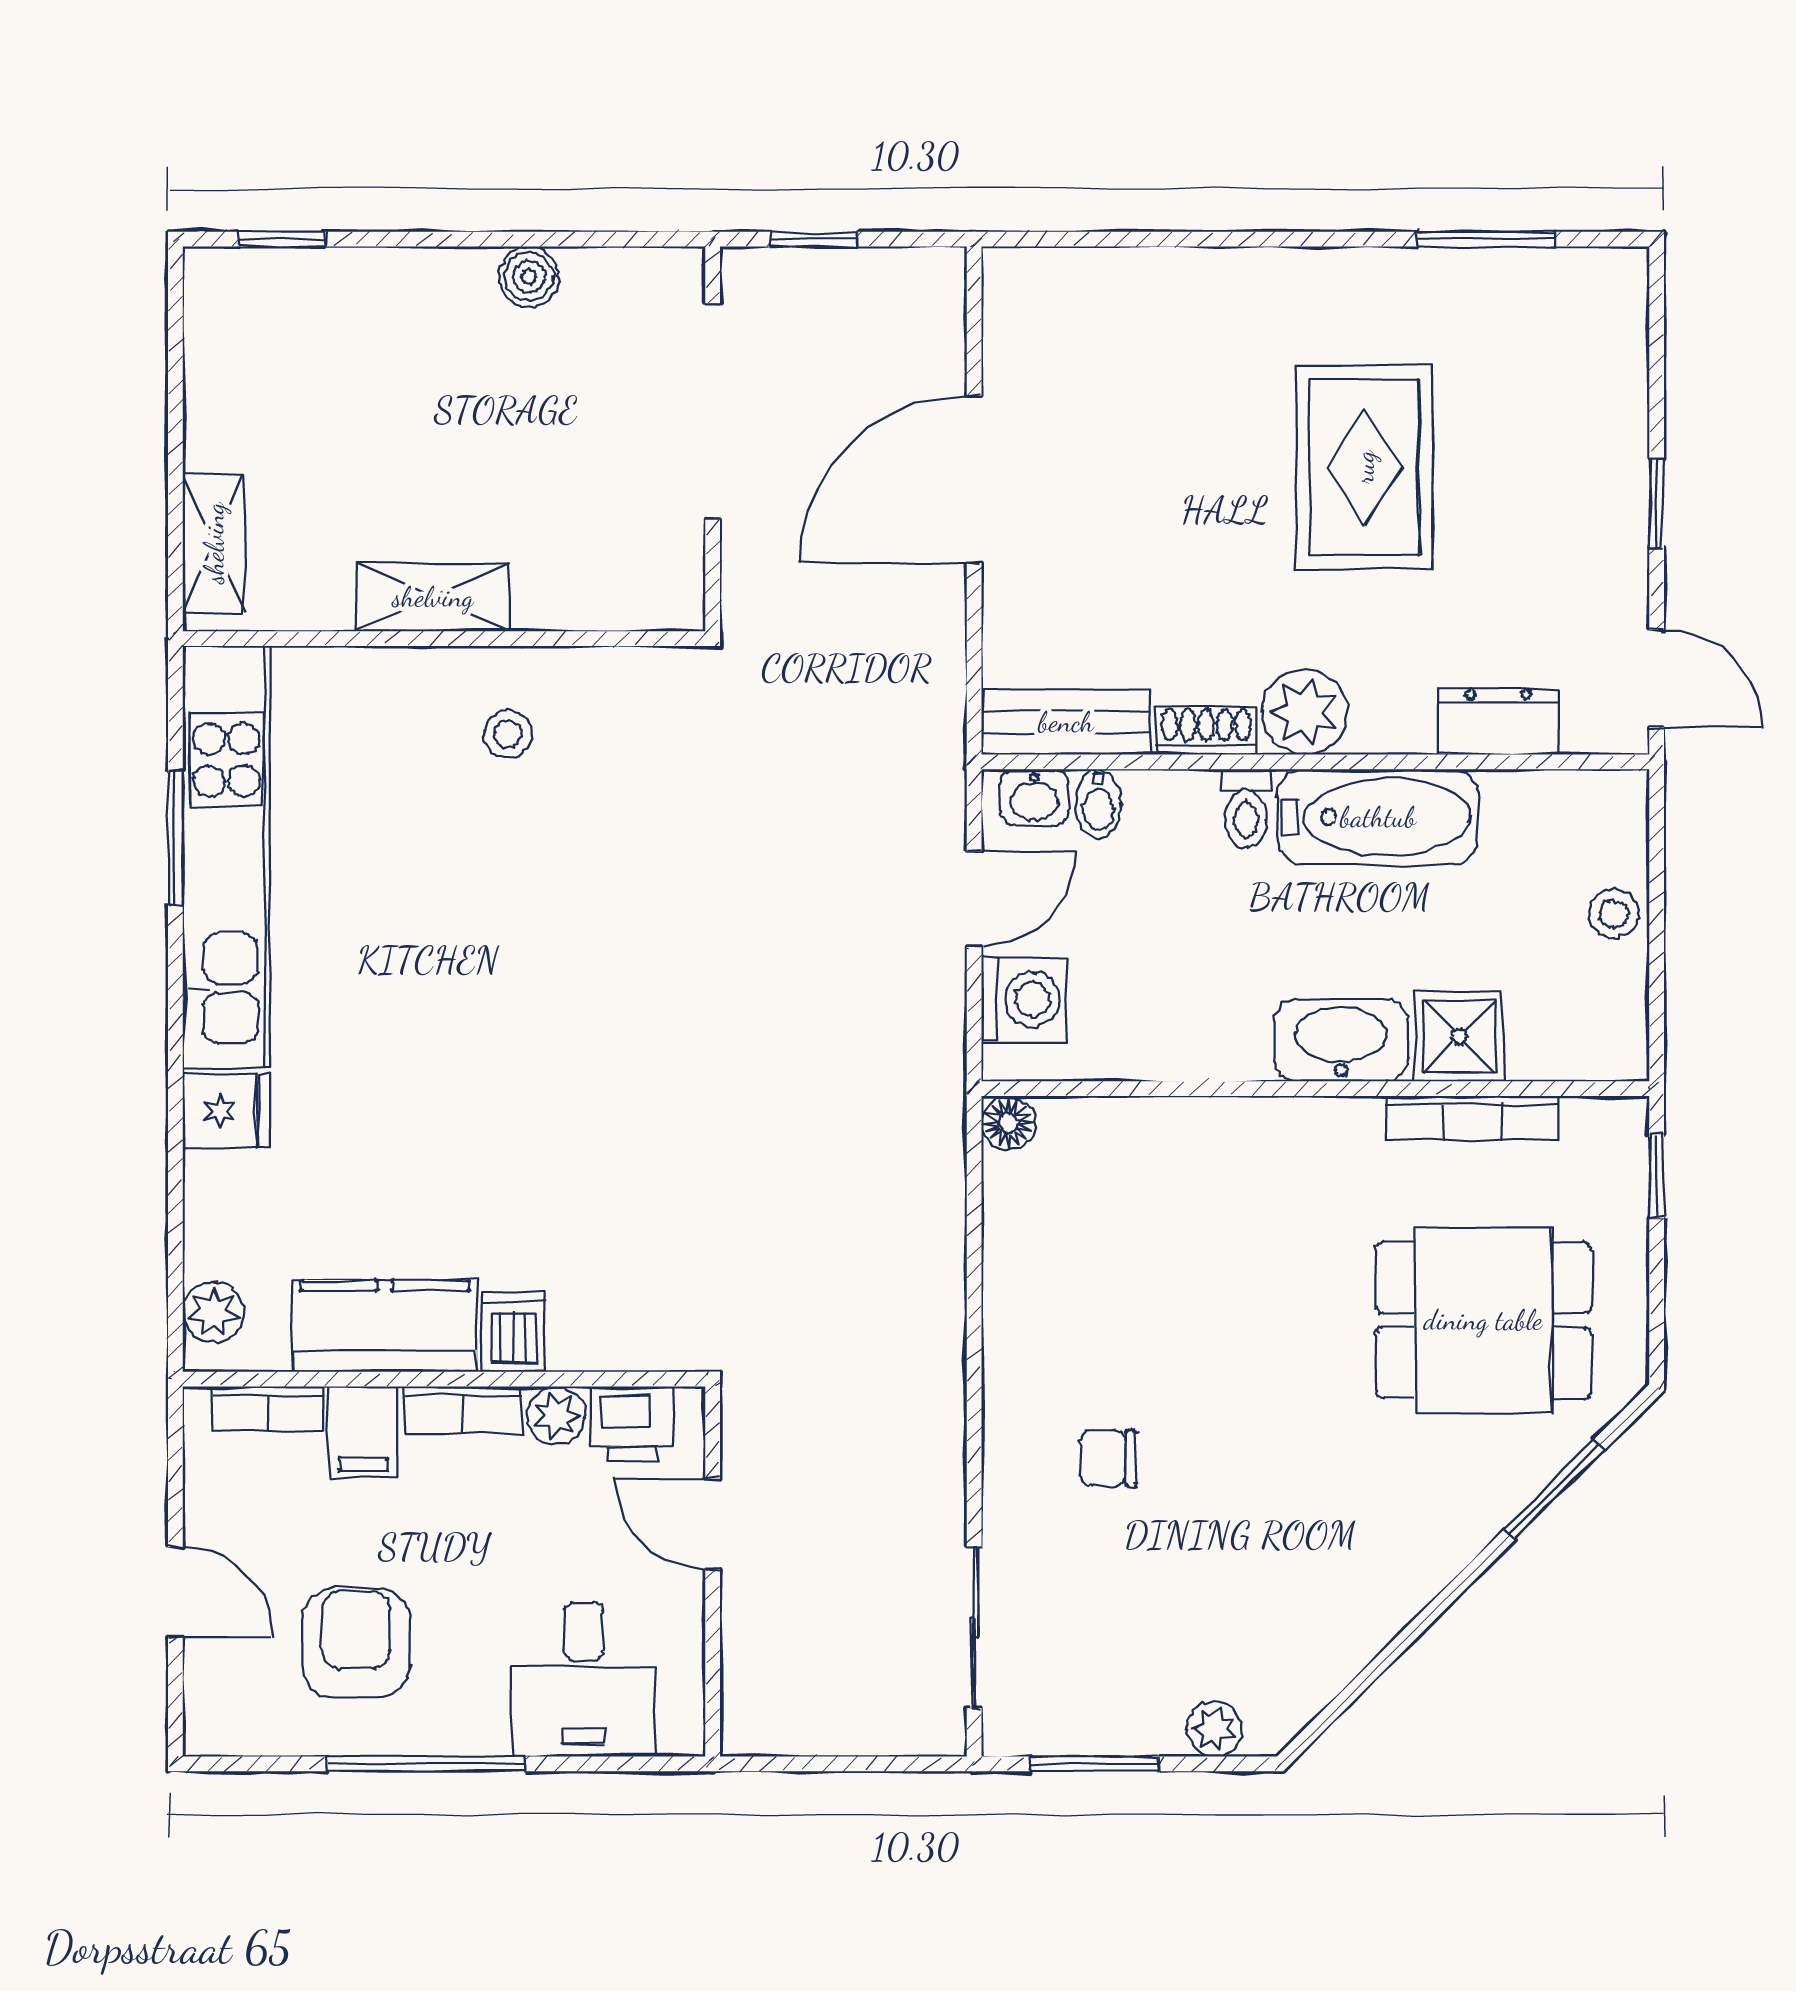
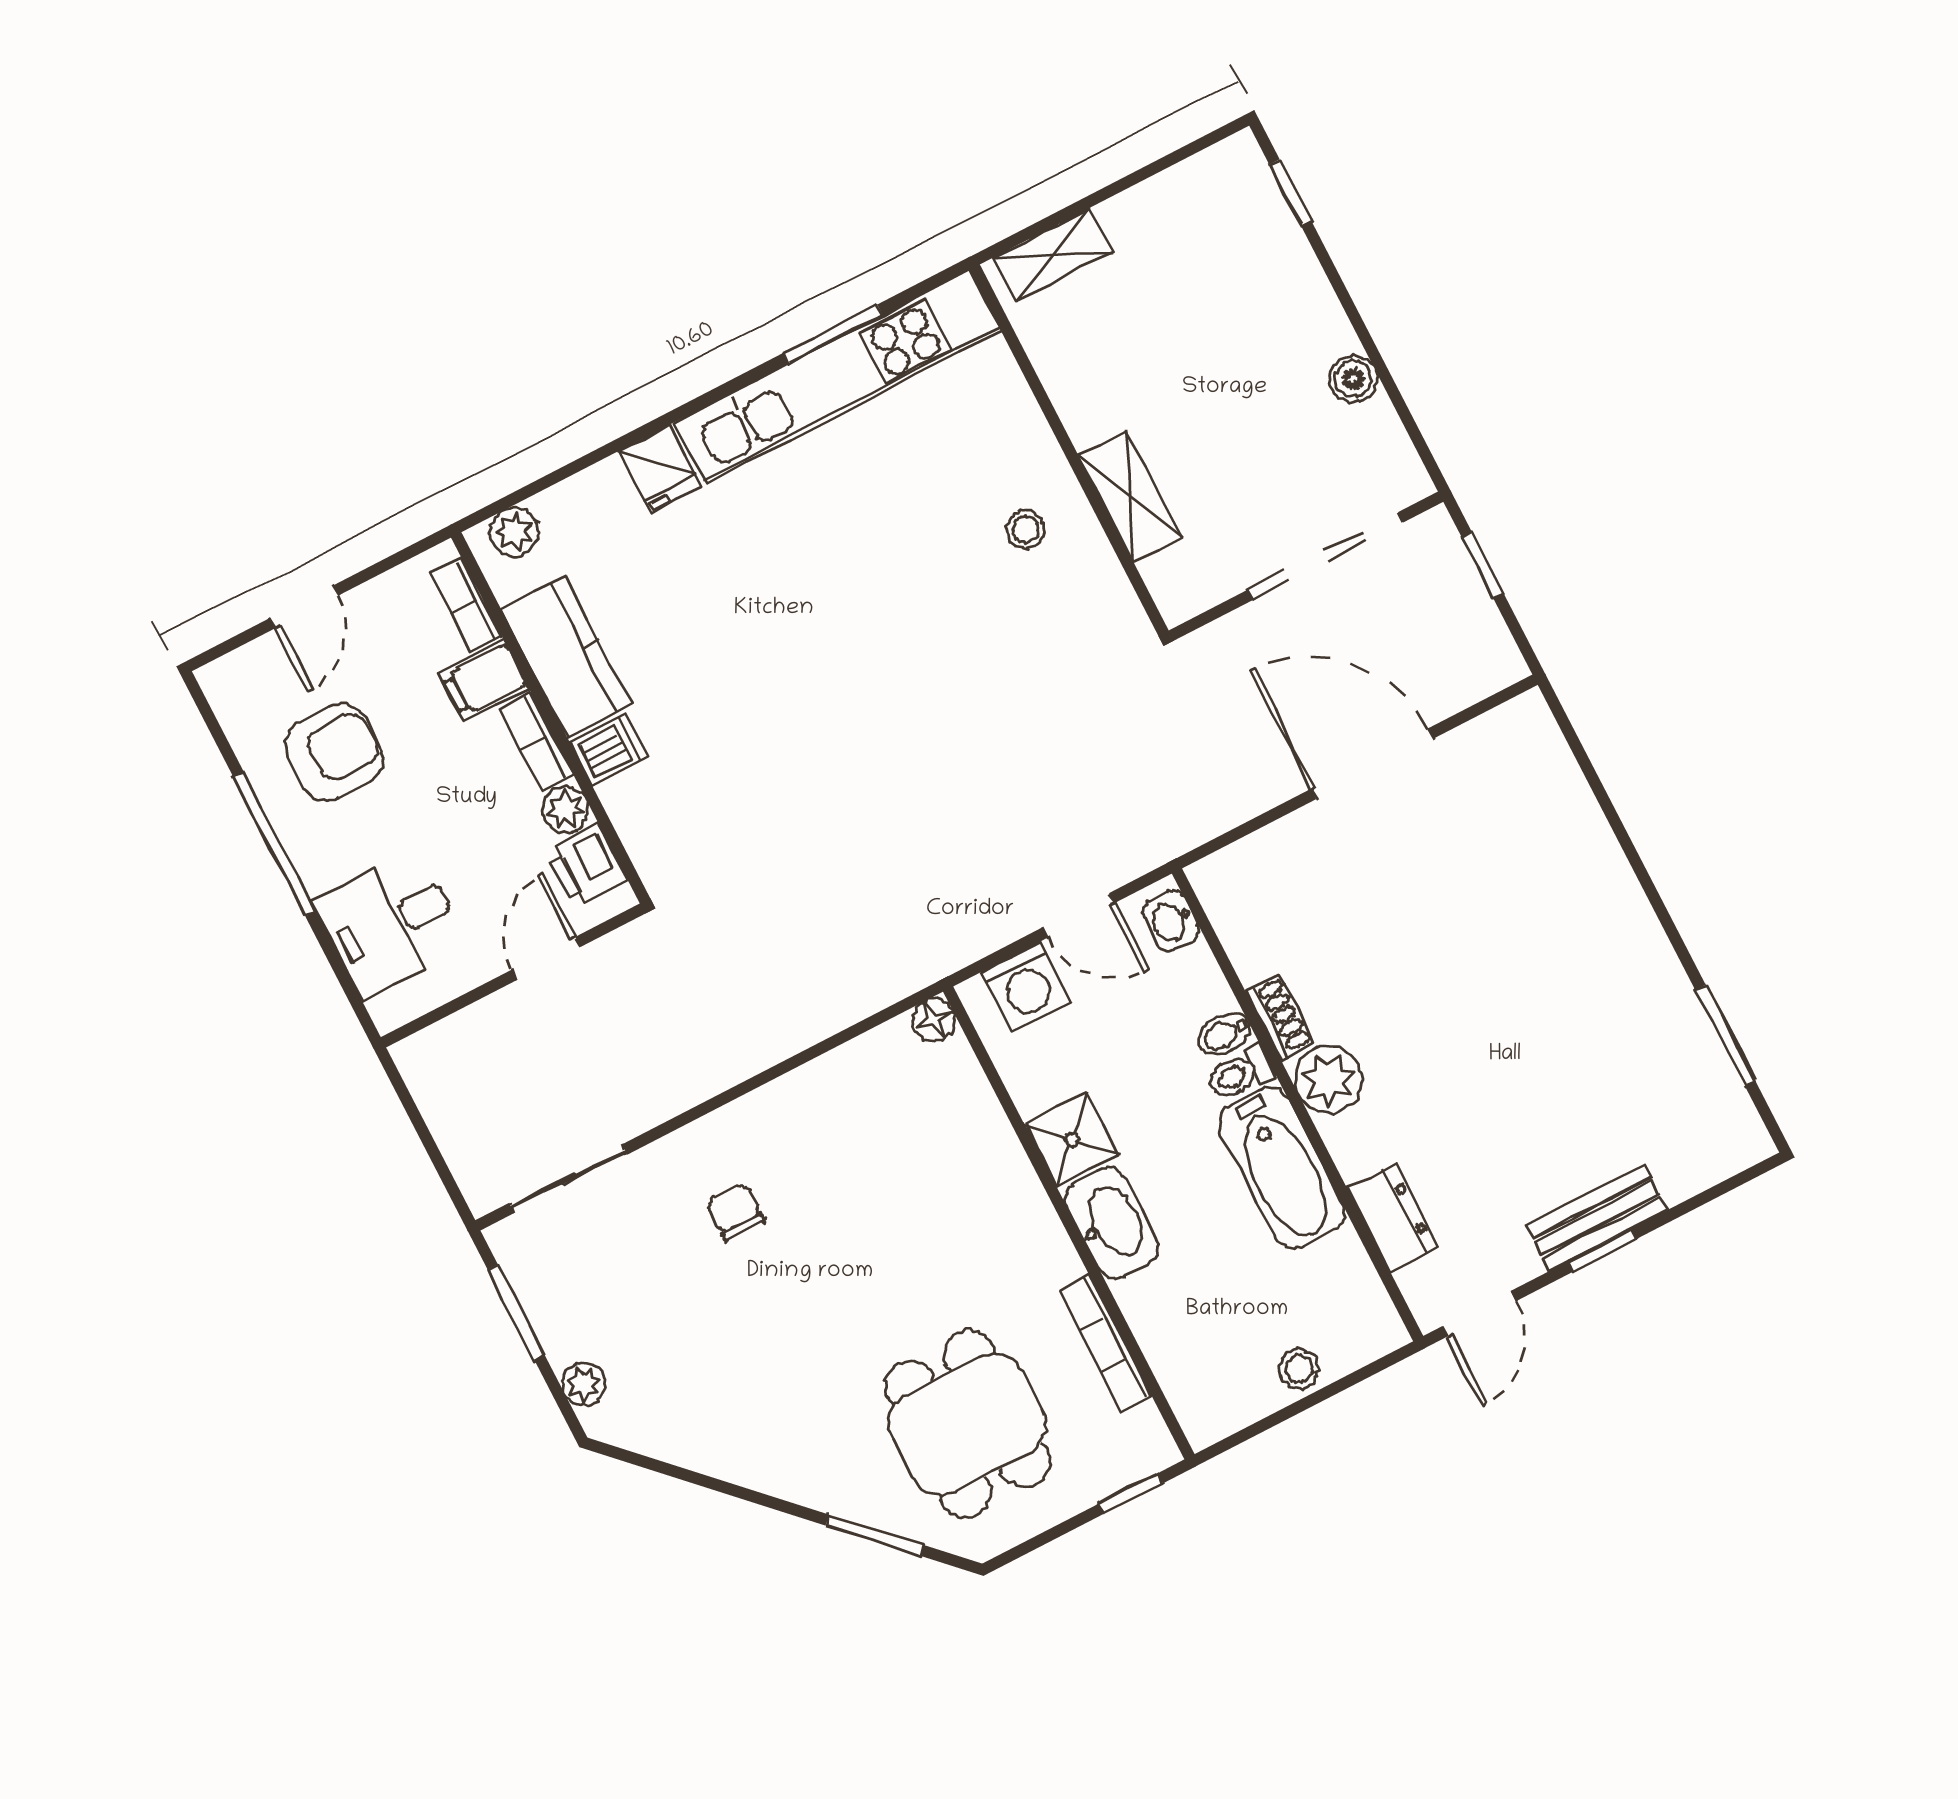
rug: (1364, 467) -> (1522, 1033), removed
shelving: (433, 597) -> (1130, 496), moved
bench: (1066, 722) -> (1597, 1218), moved, turned 90
bidet: (1098, 804) -> (1224, 1034), moved
shower: (1459, 1036) -> (1072, 1139), moved

